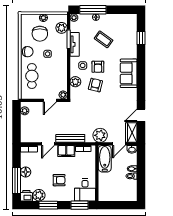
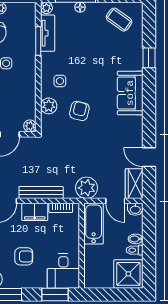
plant: (62, 28) -> (28, 23), removed
window: (141, 38) -> (149, 58), moved
coffee table: (103, 39) -> (119, 20), moved
tv unit: (75, 44) -> (48, 33), moved
armchair: (98, 67) -> (83, 83), removed
door: (141, 115) -> (149, 157), hinge flipped
door: (119, 144) -> (115, 201), hinge flipped
shower: (127, 192) -> (128, 274), added

